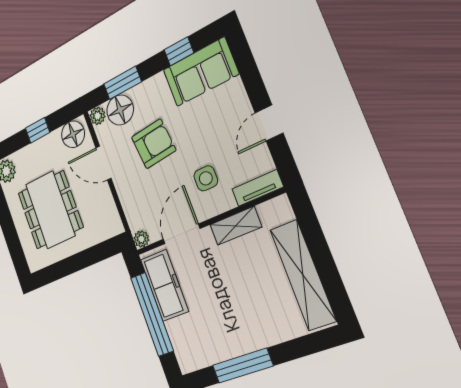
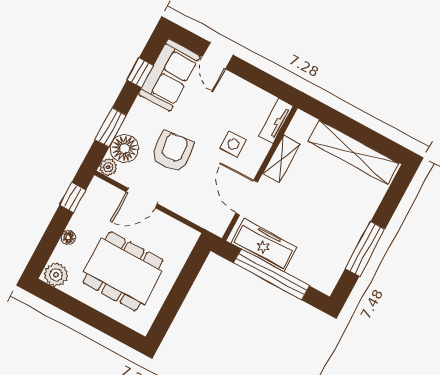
door: (269, 123) -> (218, 56), moved
window: (37, 130) -> (73, 197), moved
floor lamp: (73, 134) -> (68, 238), moved, width x0.53, depth x0.53
plant: (141, 239) -> (219, 228), removed

